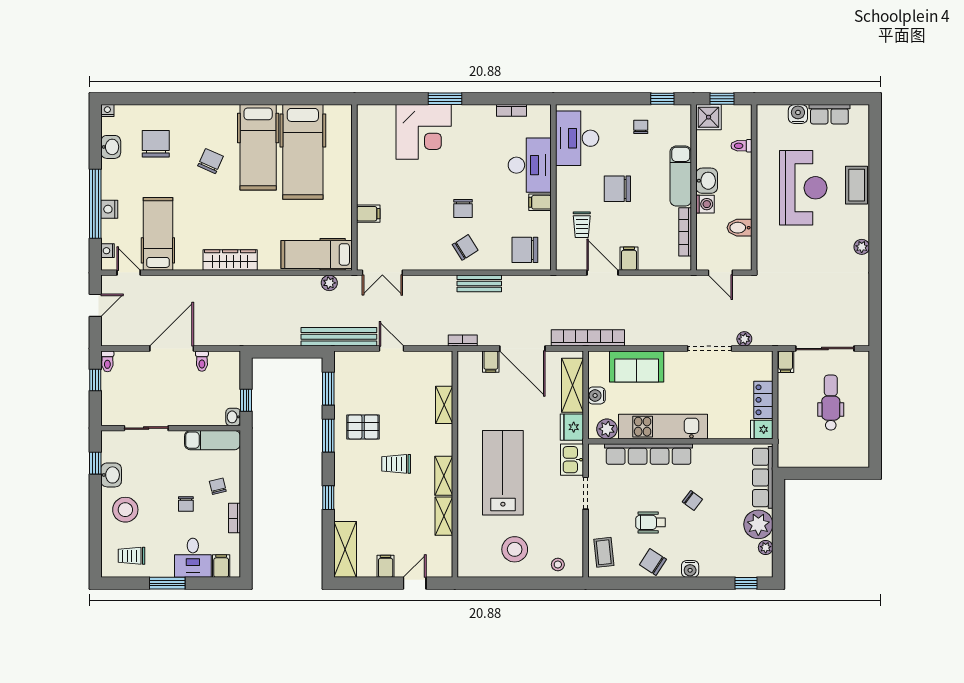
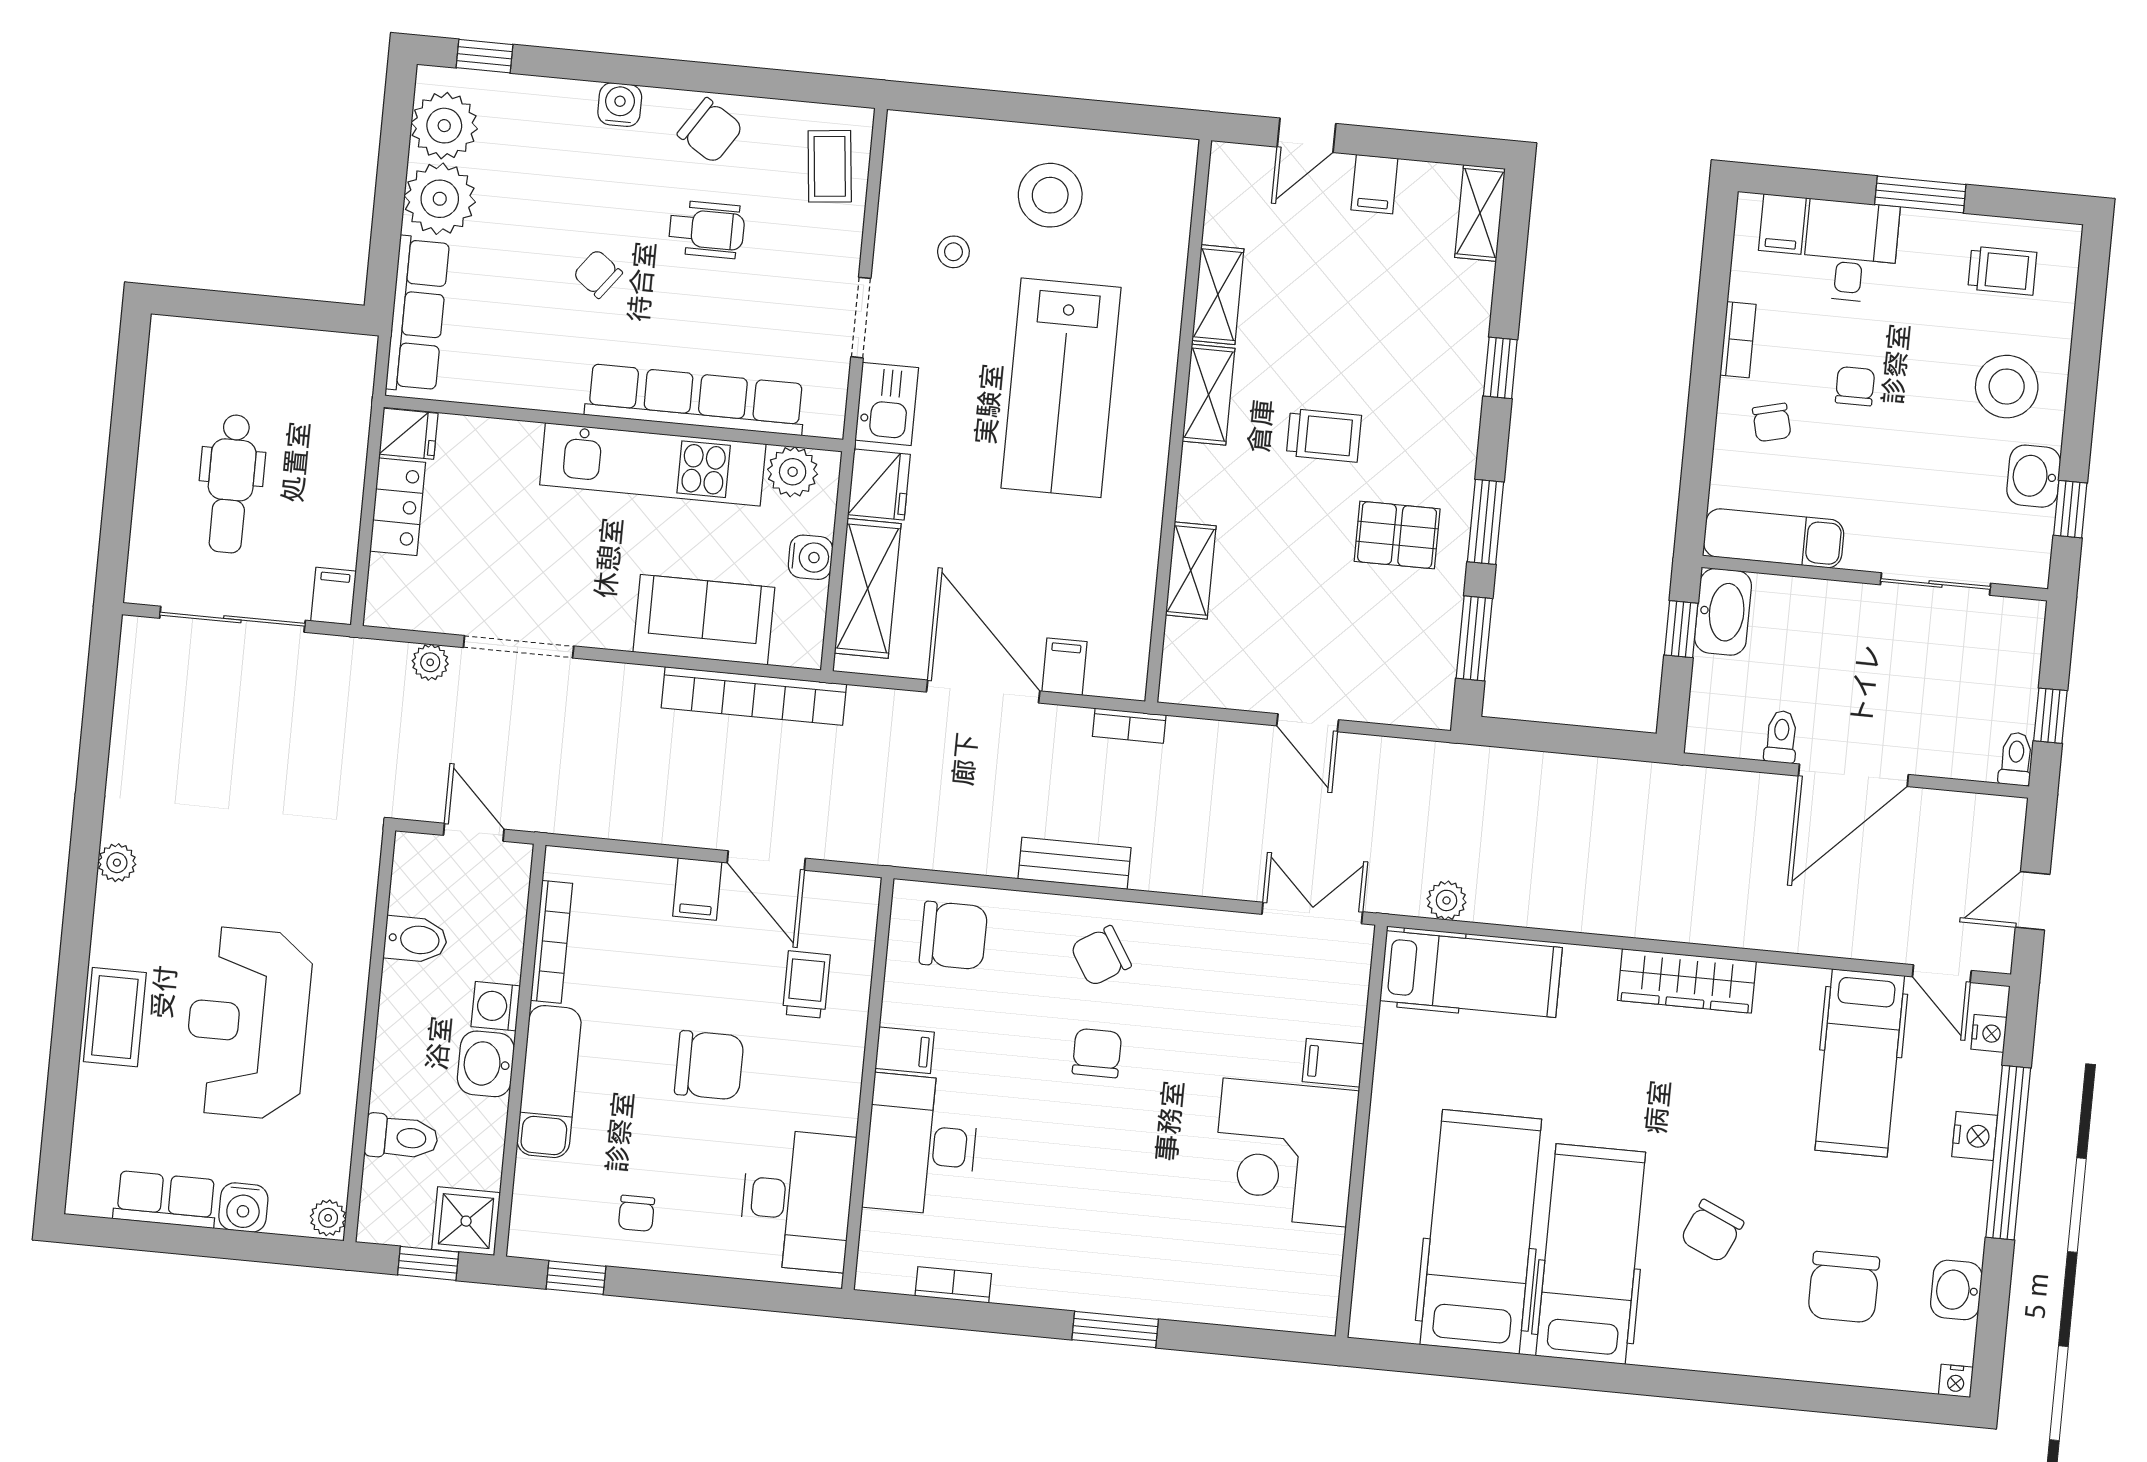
plant: (764, 113) -> (328, 1218), added
corner desk: (424, 132) -> (1285, 1153), moved, turned -90
toilet: (742, 146) -> (401, 1137), width x1.37, depth x1.39
bench: (339, 337) -> (1436, 764), removed
bookcase: (588, 338) -> (754, 696), moved
washbasin: (233, 417) -> (1723, 612), width x1.91, depth x1.45
plant: (766, 548) -> (444, 126), width x1.88, depth x1.88
shelving: (345, 549) -> (1480, 213), width x0.67, depth x0.75
stool: (558, 565) -> (953, 252), moved

